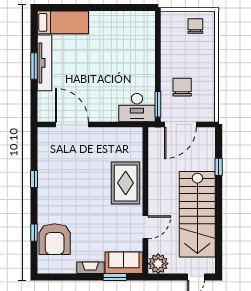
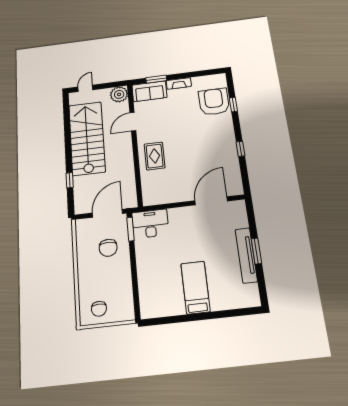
bed: (63, 22) -> (195, 287), moved, turned 90
door: (72, 125) -> (211, 201), swing flipped
rug: (126, 183) -> (155, 156), width x0.73, depth x0.70

